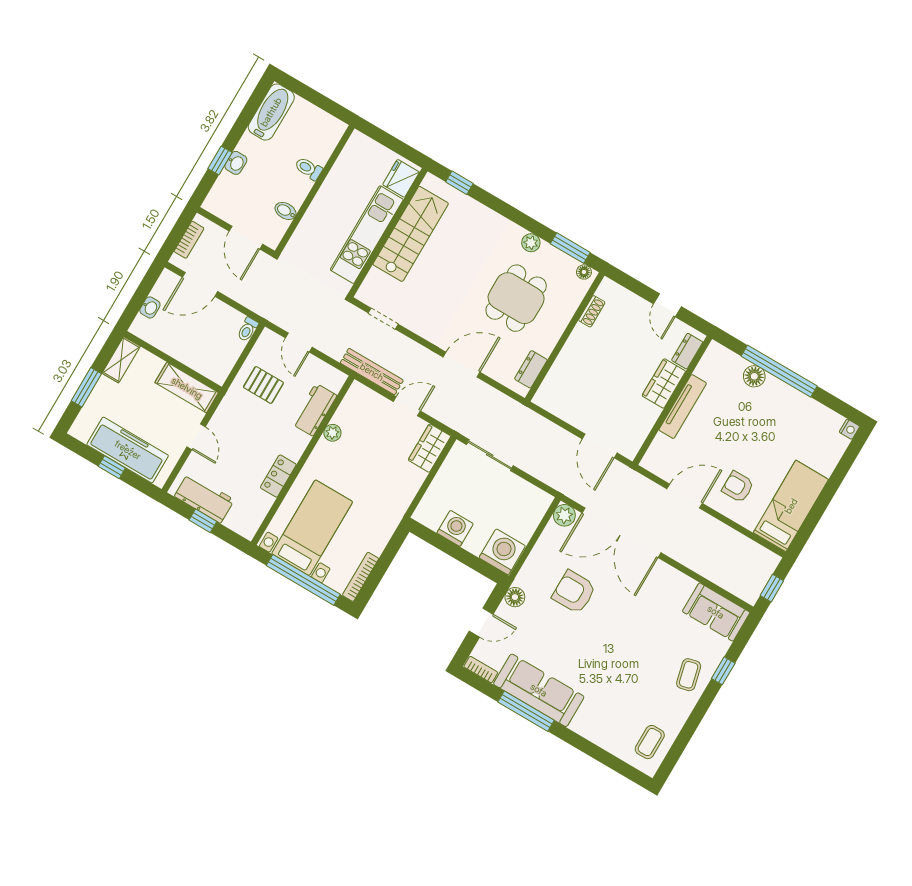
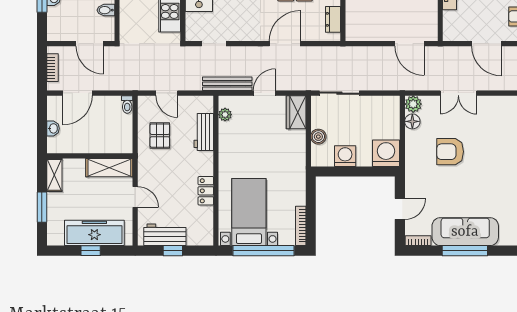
pallet: (263, 385) -> (160, 136), turned 90
plant: (332, 433) -> (225, 115), moved
boiler: (438, 489) -> (318, 137), added
door: (685, 496) -> (486, 44), swing flipped
double door: (622, 533) -> (458, 93), width x0.54
floor lamp: (515, 597) -> (412, 121), moved

